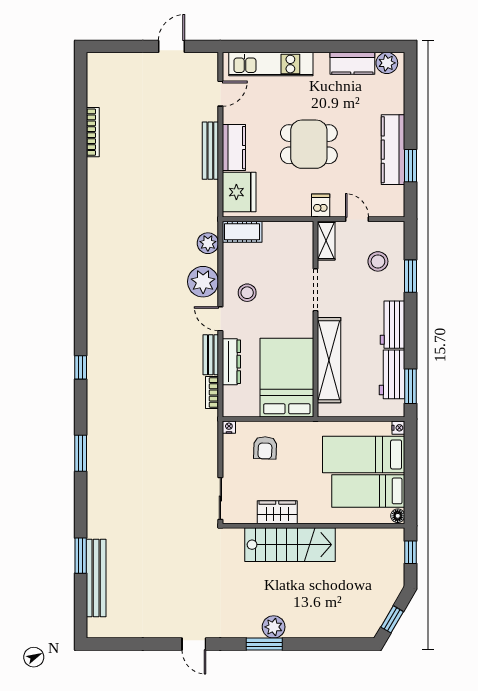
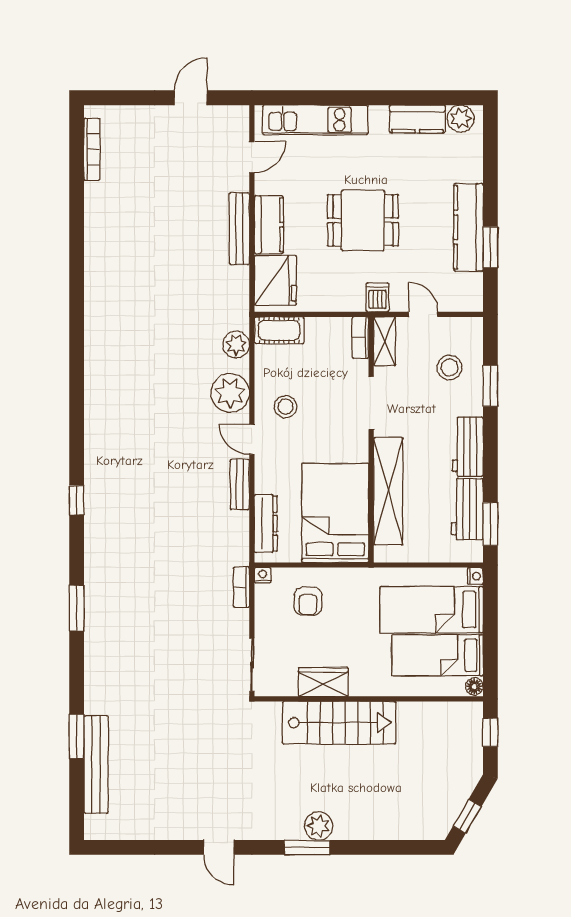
bookcase: (93, 132) -> (92, 149), moved
bookcase: (307, 238) -> (360, 337), added
dresser: (231, 362) -> (266, 523), moved
bookcase: (212, 392) -> (241, 587), moved

